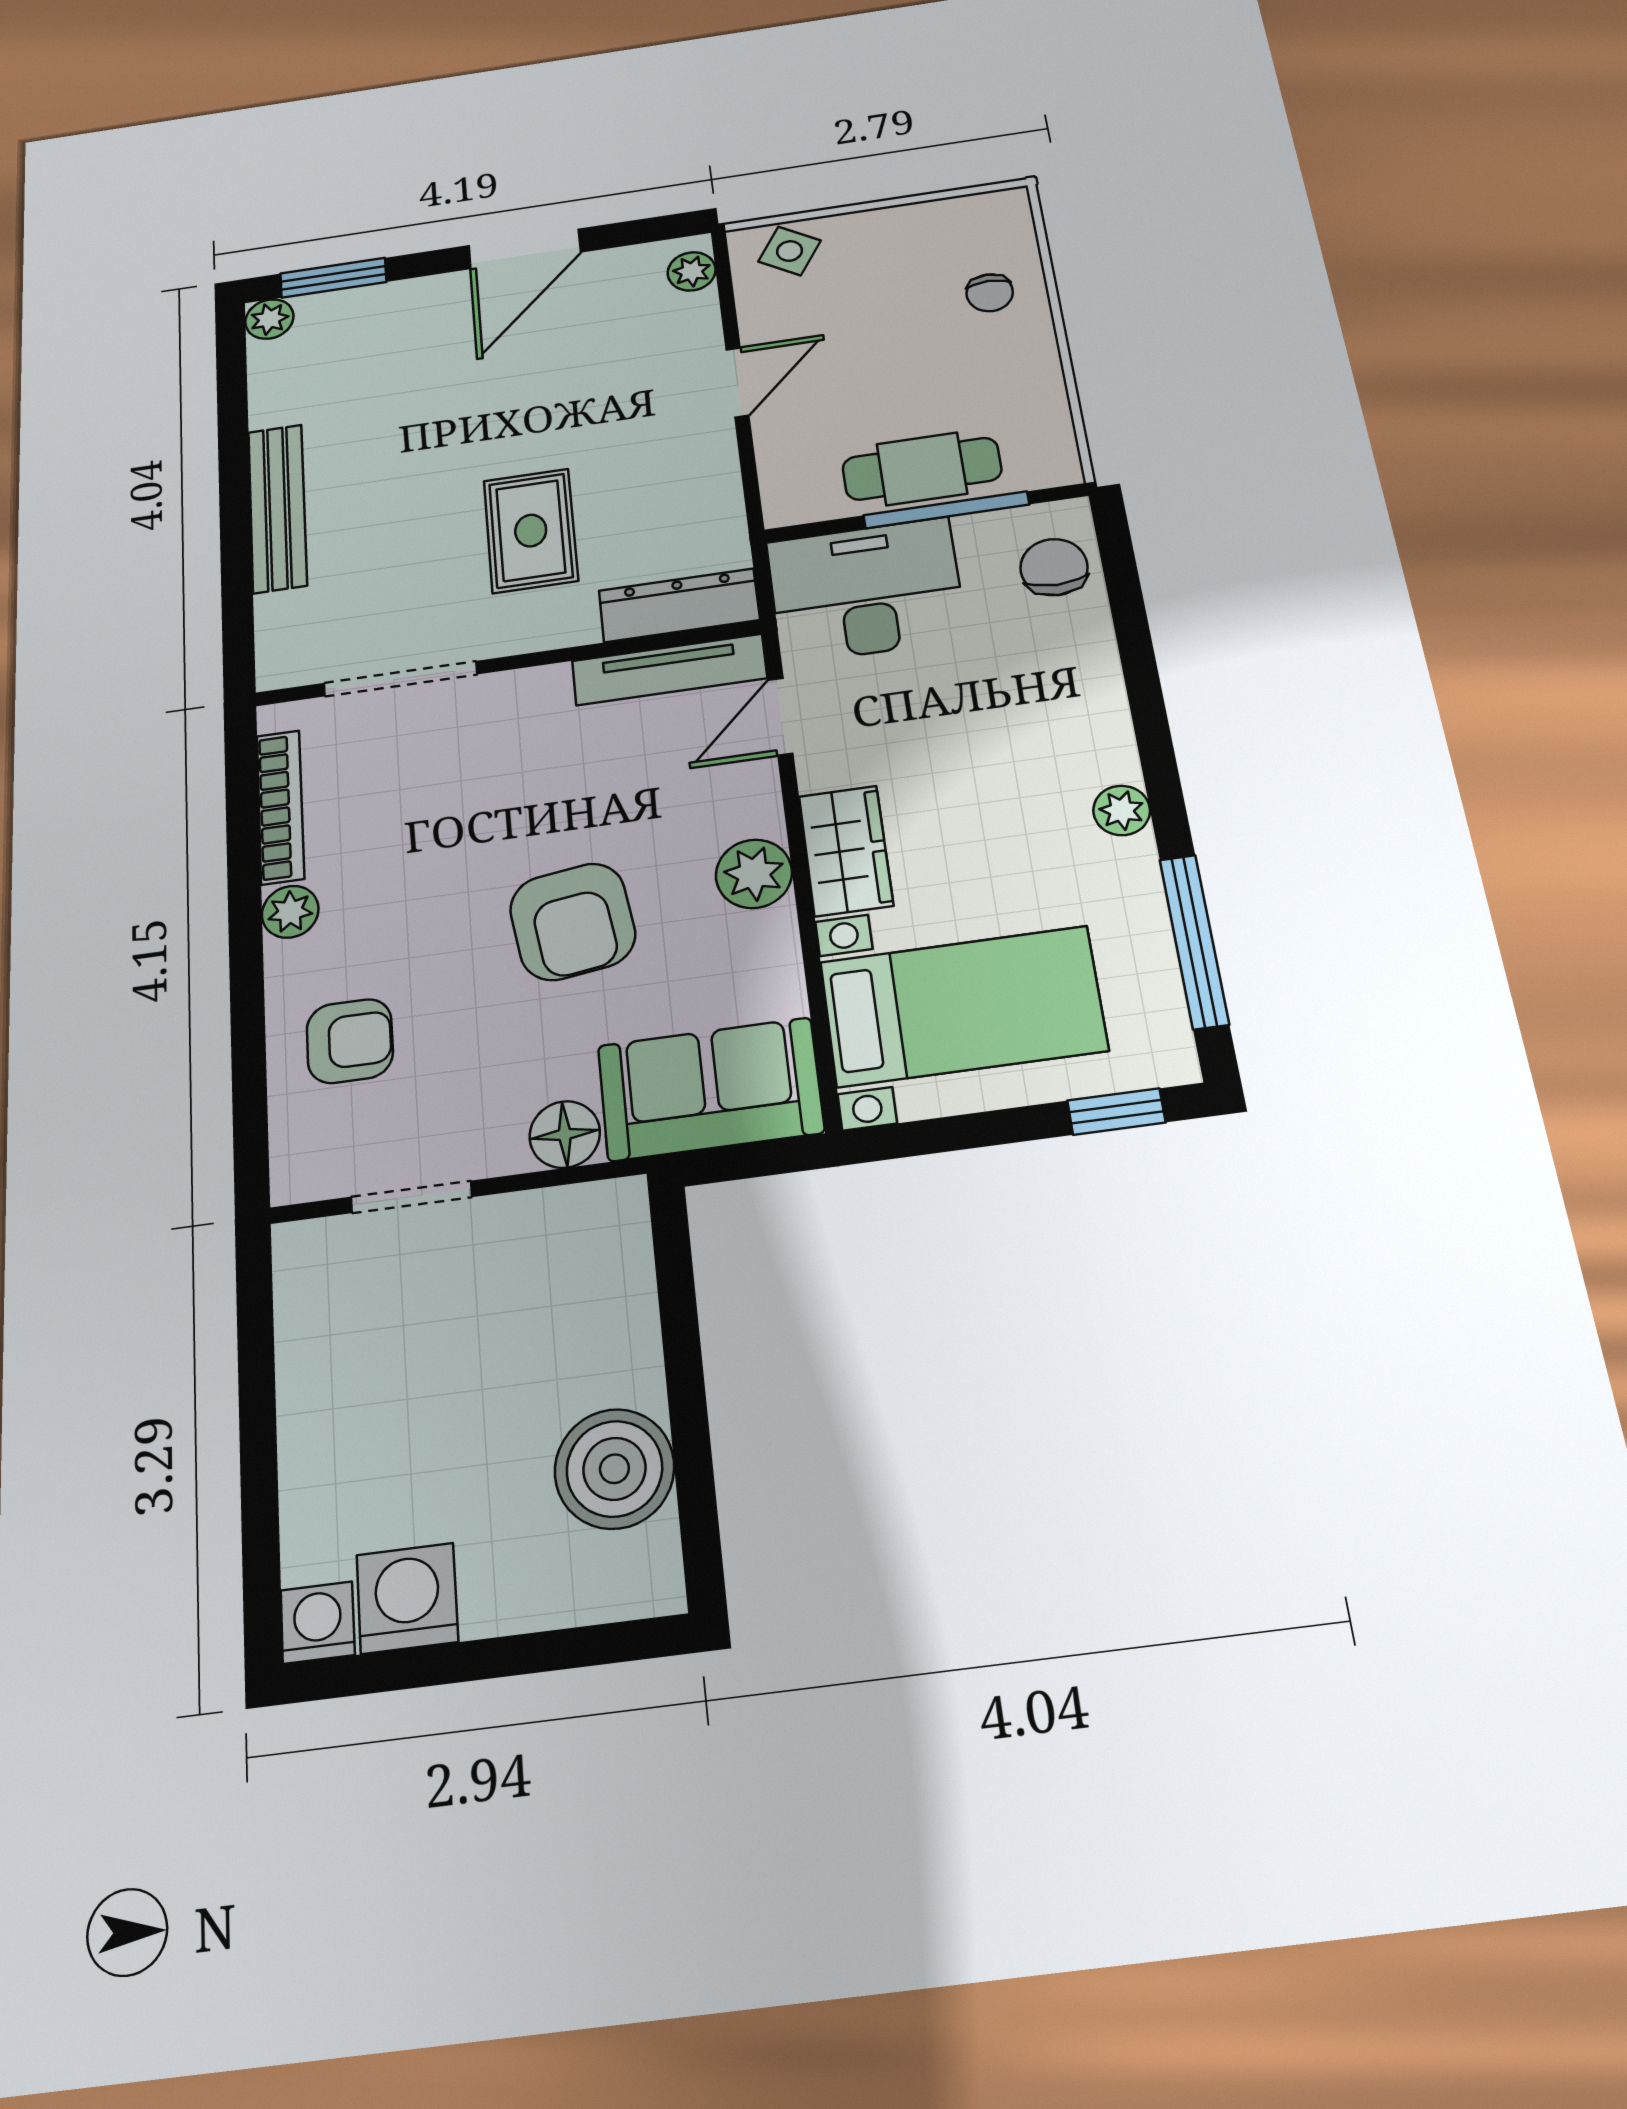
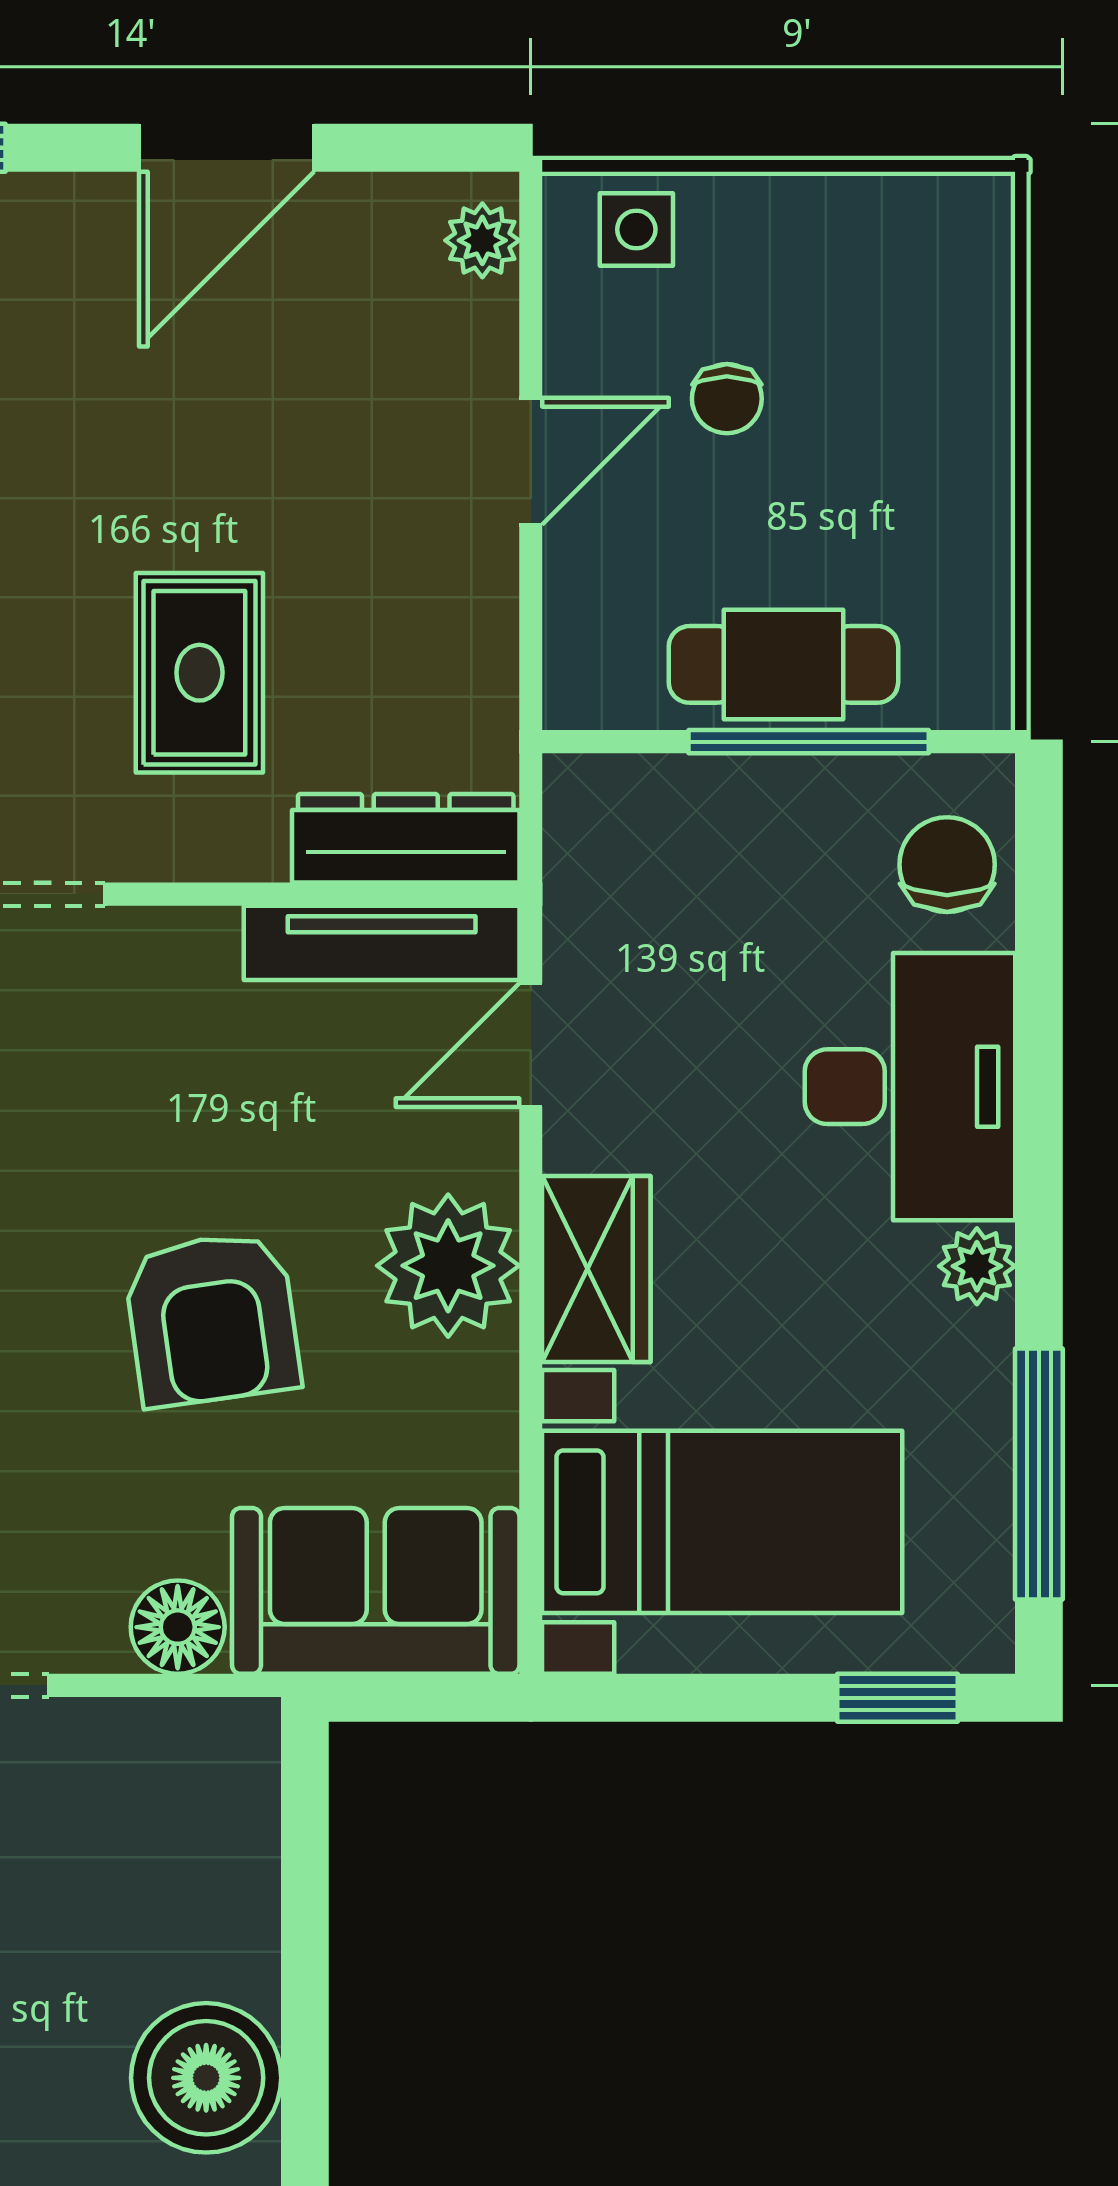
side table: (790, 251) -> (636, 229), turned -32
chair: (990, 293) -> (727, 399), moved
desk: (866, 590) -> (910, 1087), moved, turned 90
plant: (754, 874) -> (448, 1266), width x1.36, depth x1.36

